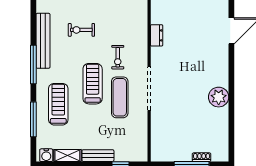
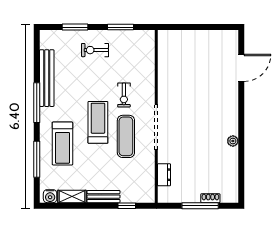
exercise bike: (81, 30) -> (95, 50), moved
dresser: (157, 35) -> (164, 175), moved
plant: (219, 97) -> (233, 141), width x0.53, depth x0.53
treadmill: (58, 104) -> (62, 144), turned 180

